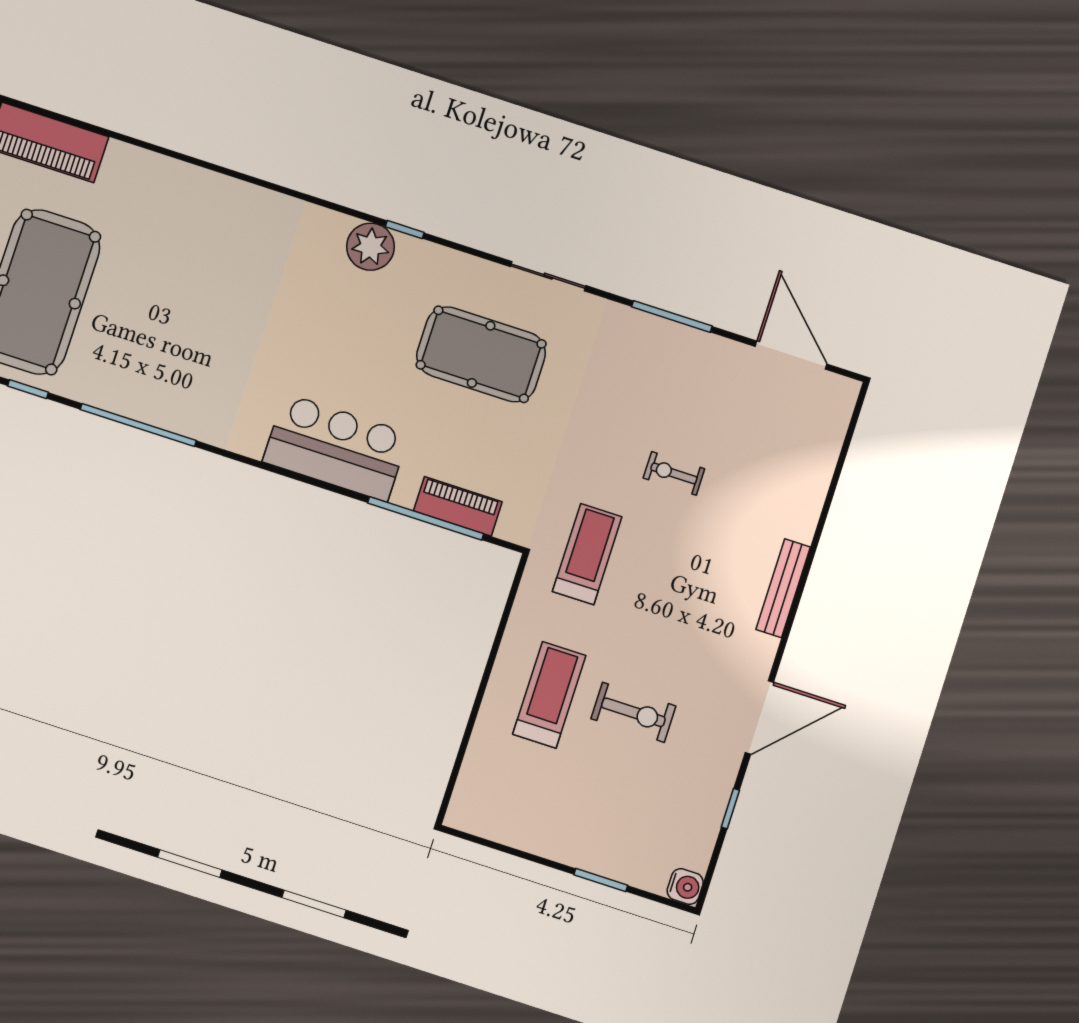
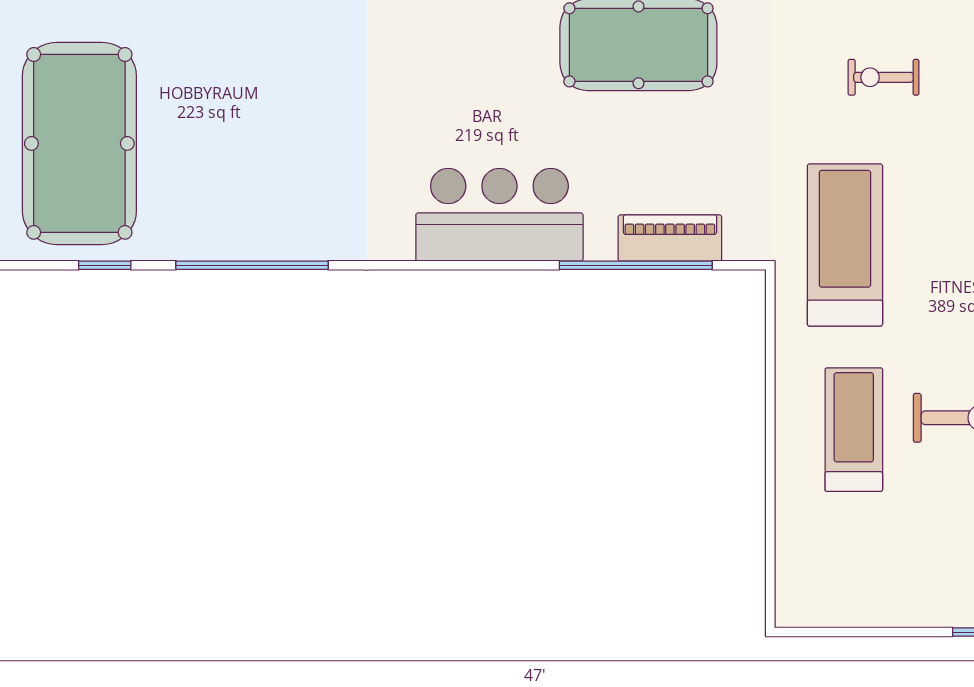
exercise bike: (674, 473) -> (883, 77), moved
treadmill: (587, 554) -> (845, 245), width x1.37, depth x1.38

